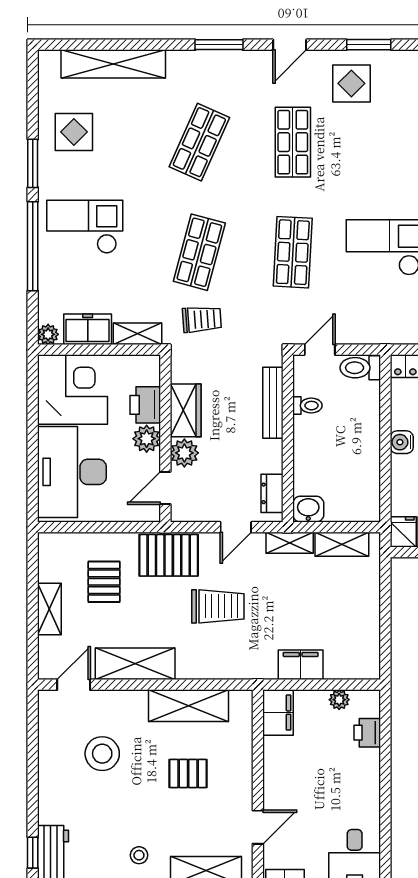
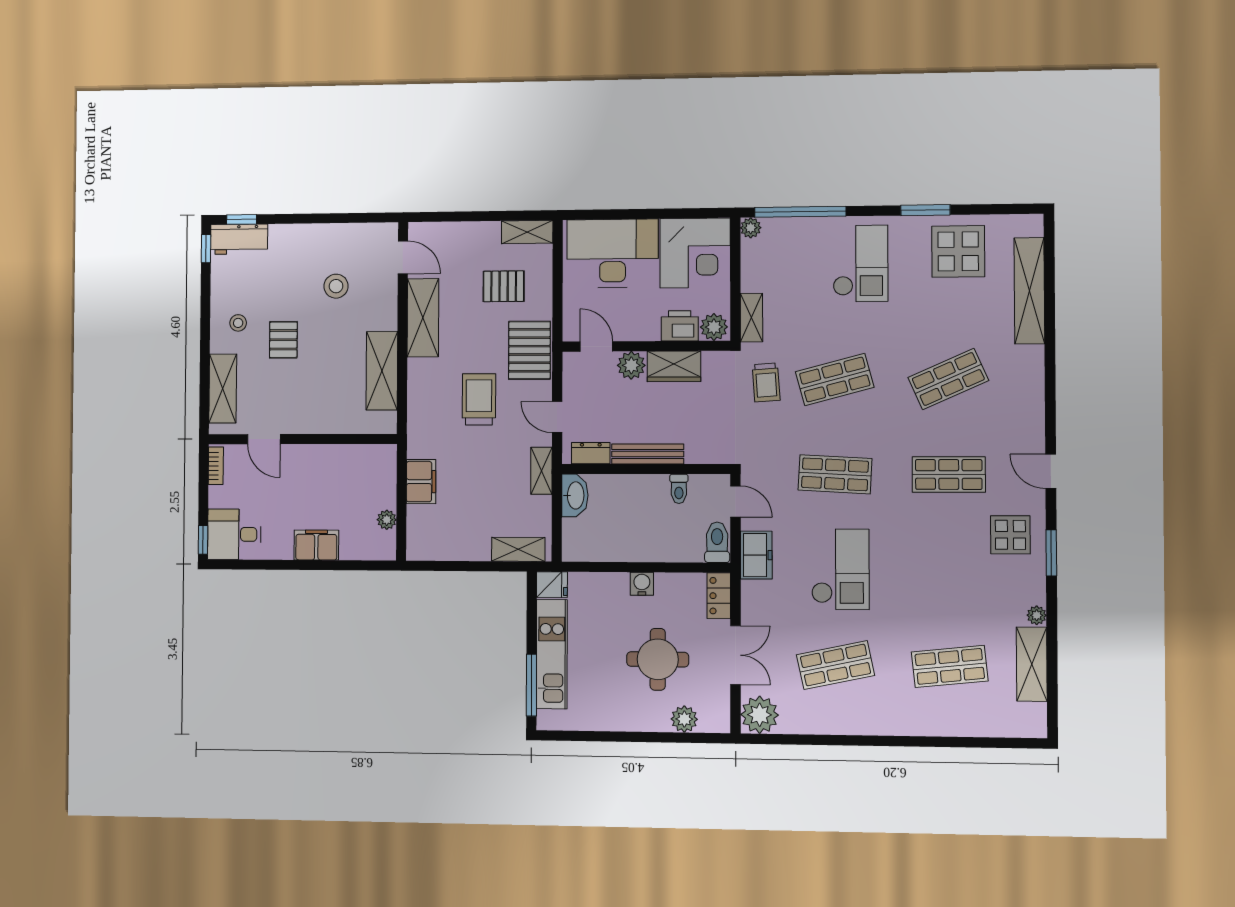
window: (219, 45) -> (1050, 399), removed
display table: (74, 132) -> (958, 251), width x1.36, depth x1.36
shop shelf: (199, 142) -> (948, 379), turned -48
window: (33, 246) -> (800, 212), moved
shop shelf: (199, 252) -> (835, 379), turned -30
freezer: (88, 329) -> (756, 555), moved
bench: (273, 403) -> (648, 454), moved
plant: (147, 439) -> (714, 327), moved
washbasin: (308, 509) -> (575, 495), width x1.38
shelving: (342, 544) -> (518, 549), moved, turned 90
trolley: (218, 606) -> (479, 399), turned 180
shelving: (49, 609) -> (527, 232), moved
filing cabinet: (278, 713) -> (316, 545), moved, turned 180
printer: (367, 733) -> (354, 547), removed
stool: (102, 754) -> (336, 286), width x0.73, depth x0.73
pallet: (188, 773) -> (283, 340), moved

